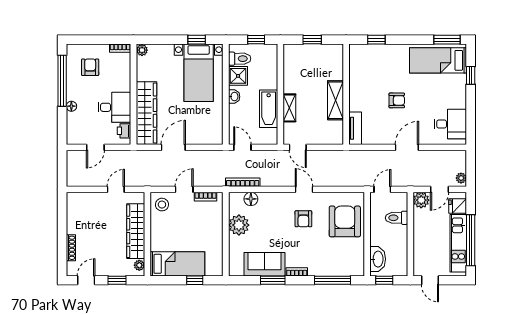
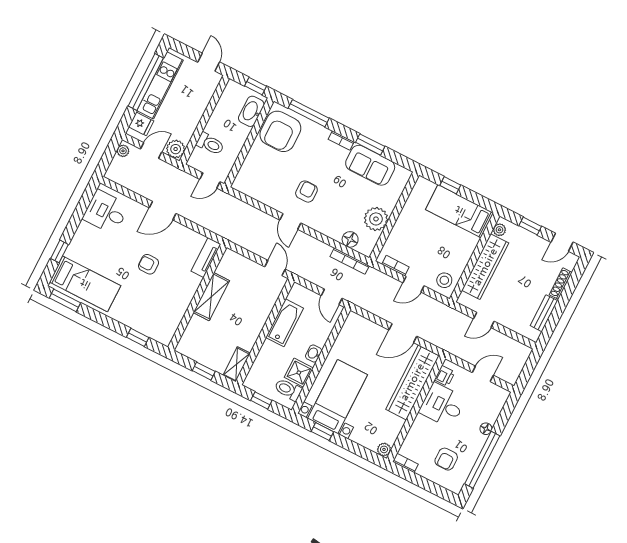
shelving: (289, 108) -> (237, 364), moved
bench: (72, 218) -> (544, 313), added
armchair: (345, 221) -> (280, 131), moved

